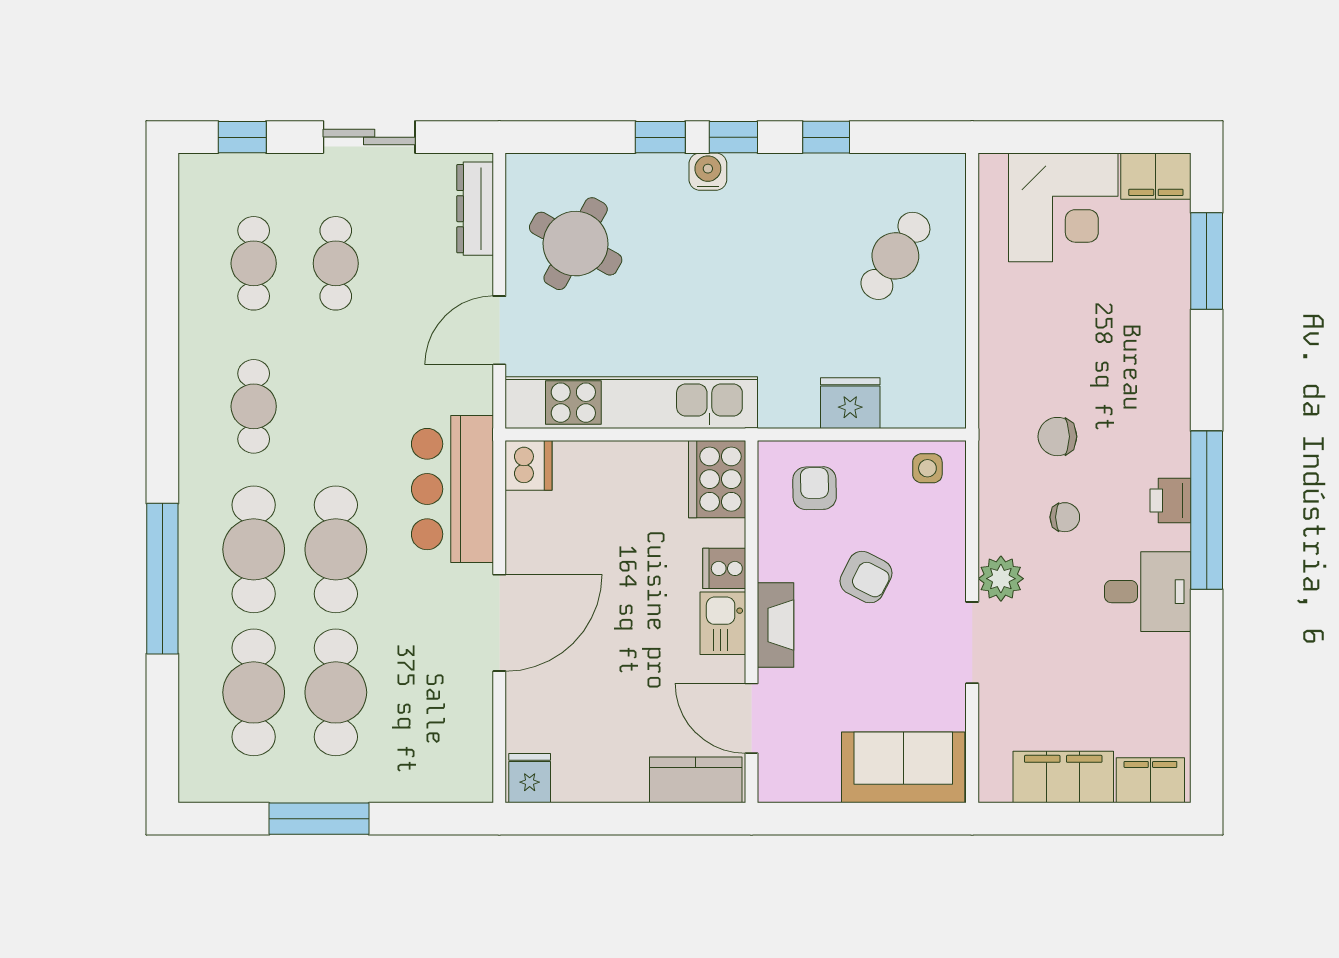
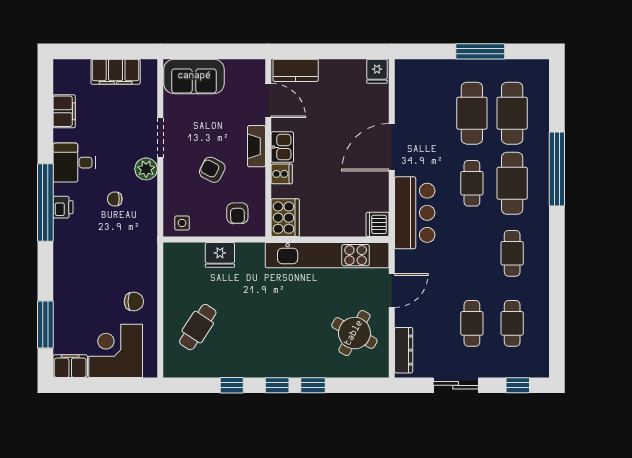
water cooler: (708, 172) -> (290, 368), removed
chair: (1057, 437) -> (134, 302), moved
cafe table: (336, 549) -> (472, 183), width x0.73, depth x0.74
filing cabinet: (1150, 780) -> (64, 111), moved, turned -90

